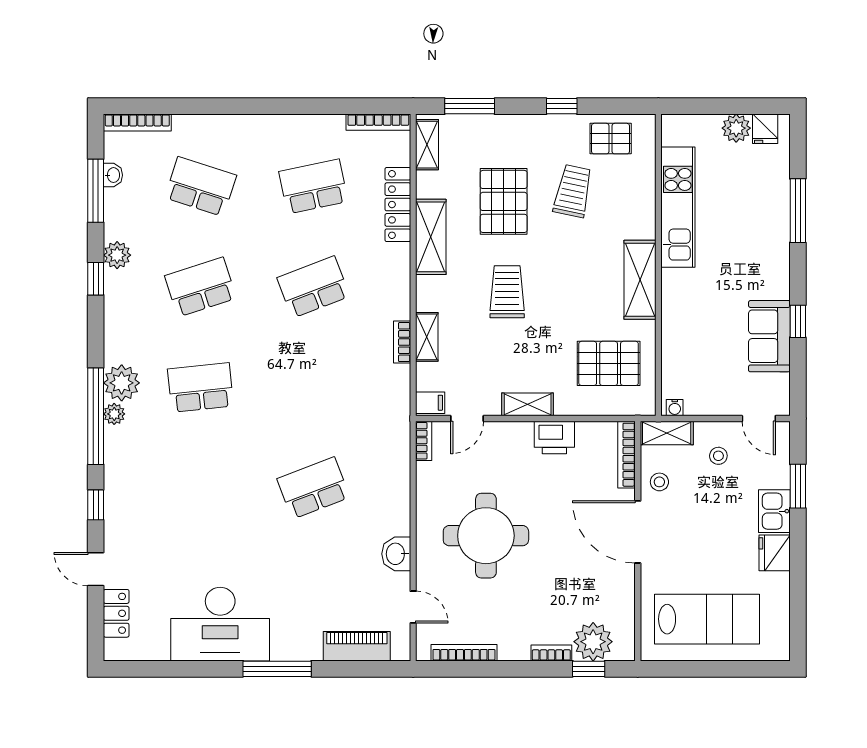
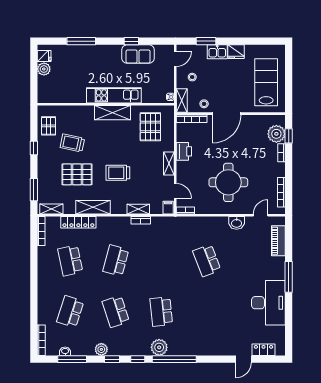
kitchen unit: (678, 207) -> (114, 95), moved
school desk: (313, 287) -> (116, 260), turned 36
plant: (114, 414) -> (173, 351), removed
window: (96, 505) -> (138, 359), moved

